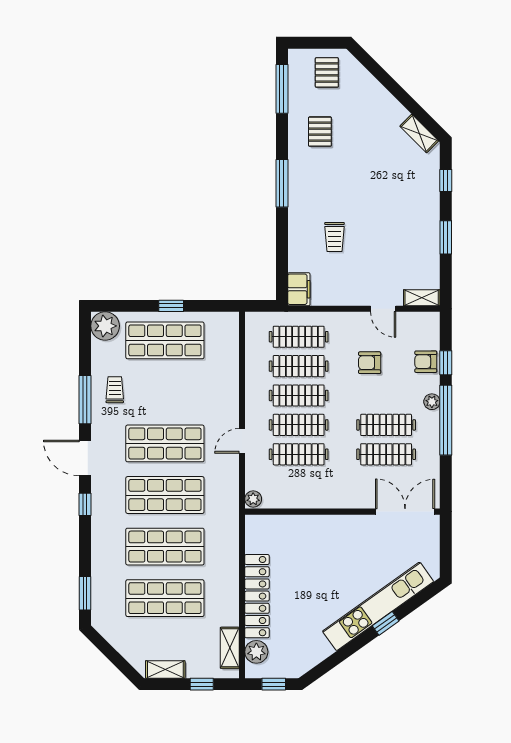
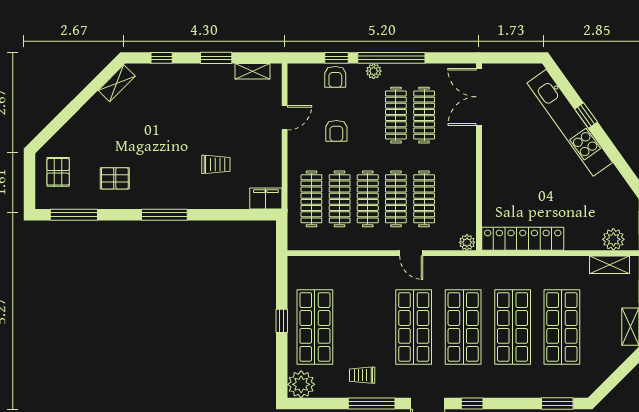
pallet: (327, 72) -> (58, 172), turned 90
shelving: (422, 298) -> (252, 71), moved, turned 90
locker: (257, 596) -> (523, 239), moved

